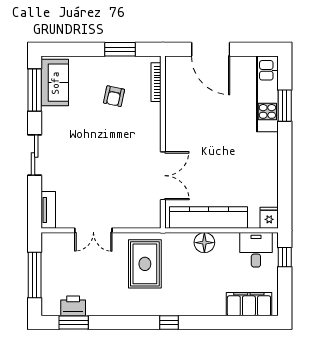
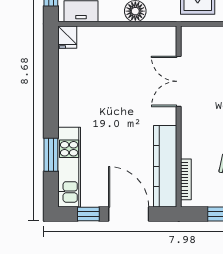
window: (249, 49) -> (88, 214), added
kitchen counter: (209, 218) -> (165, 166), moved, turned 90

